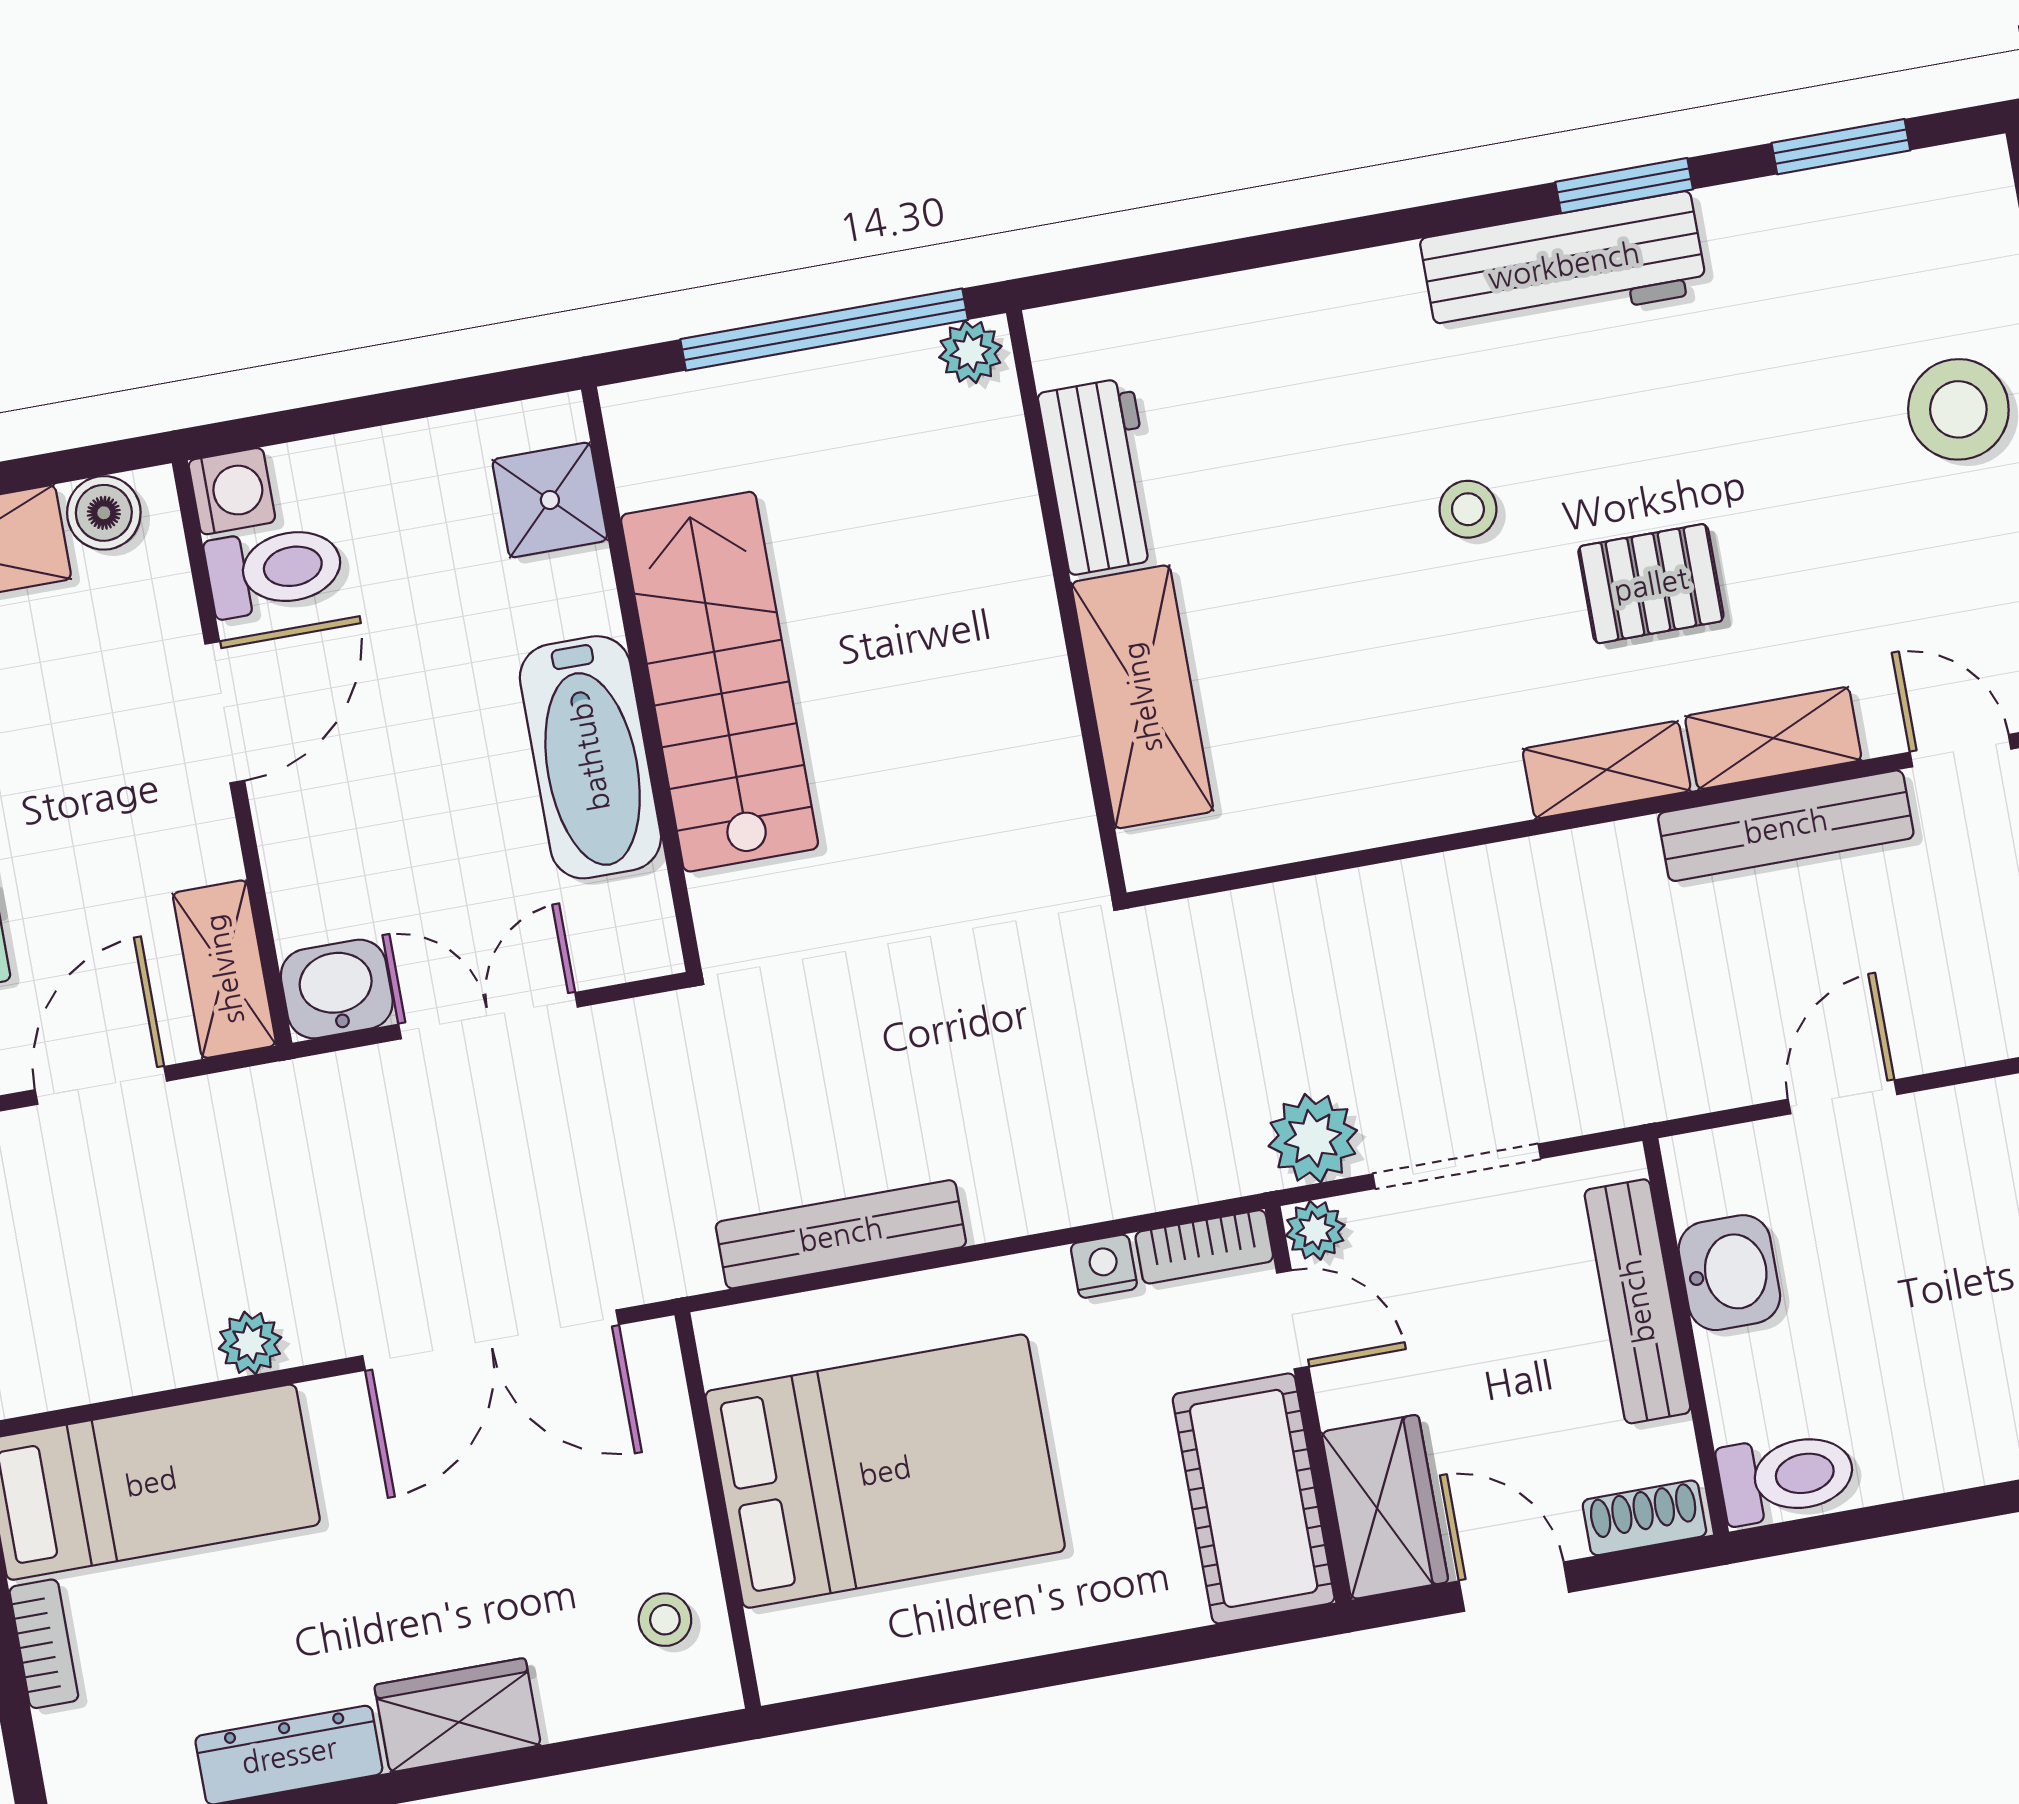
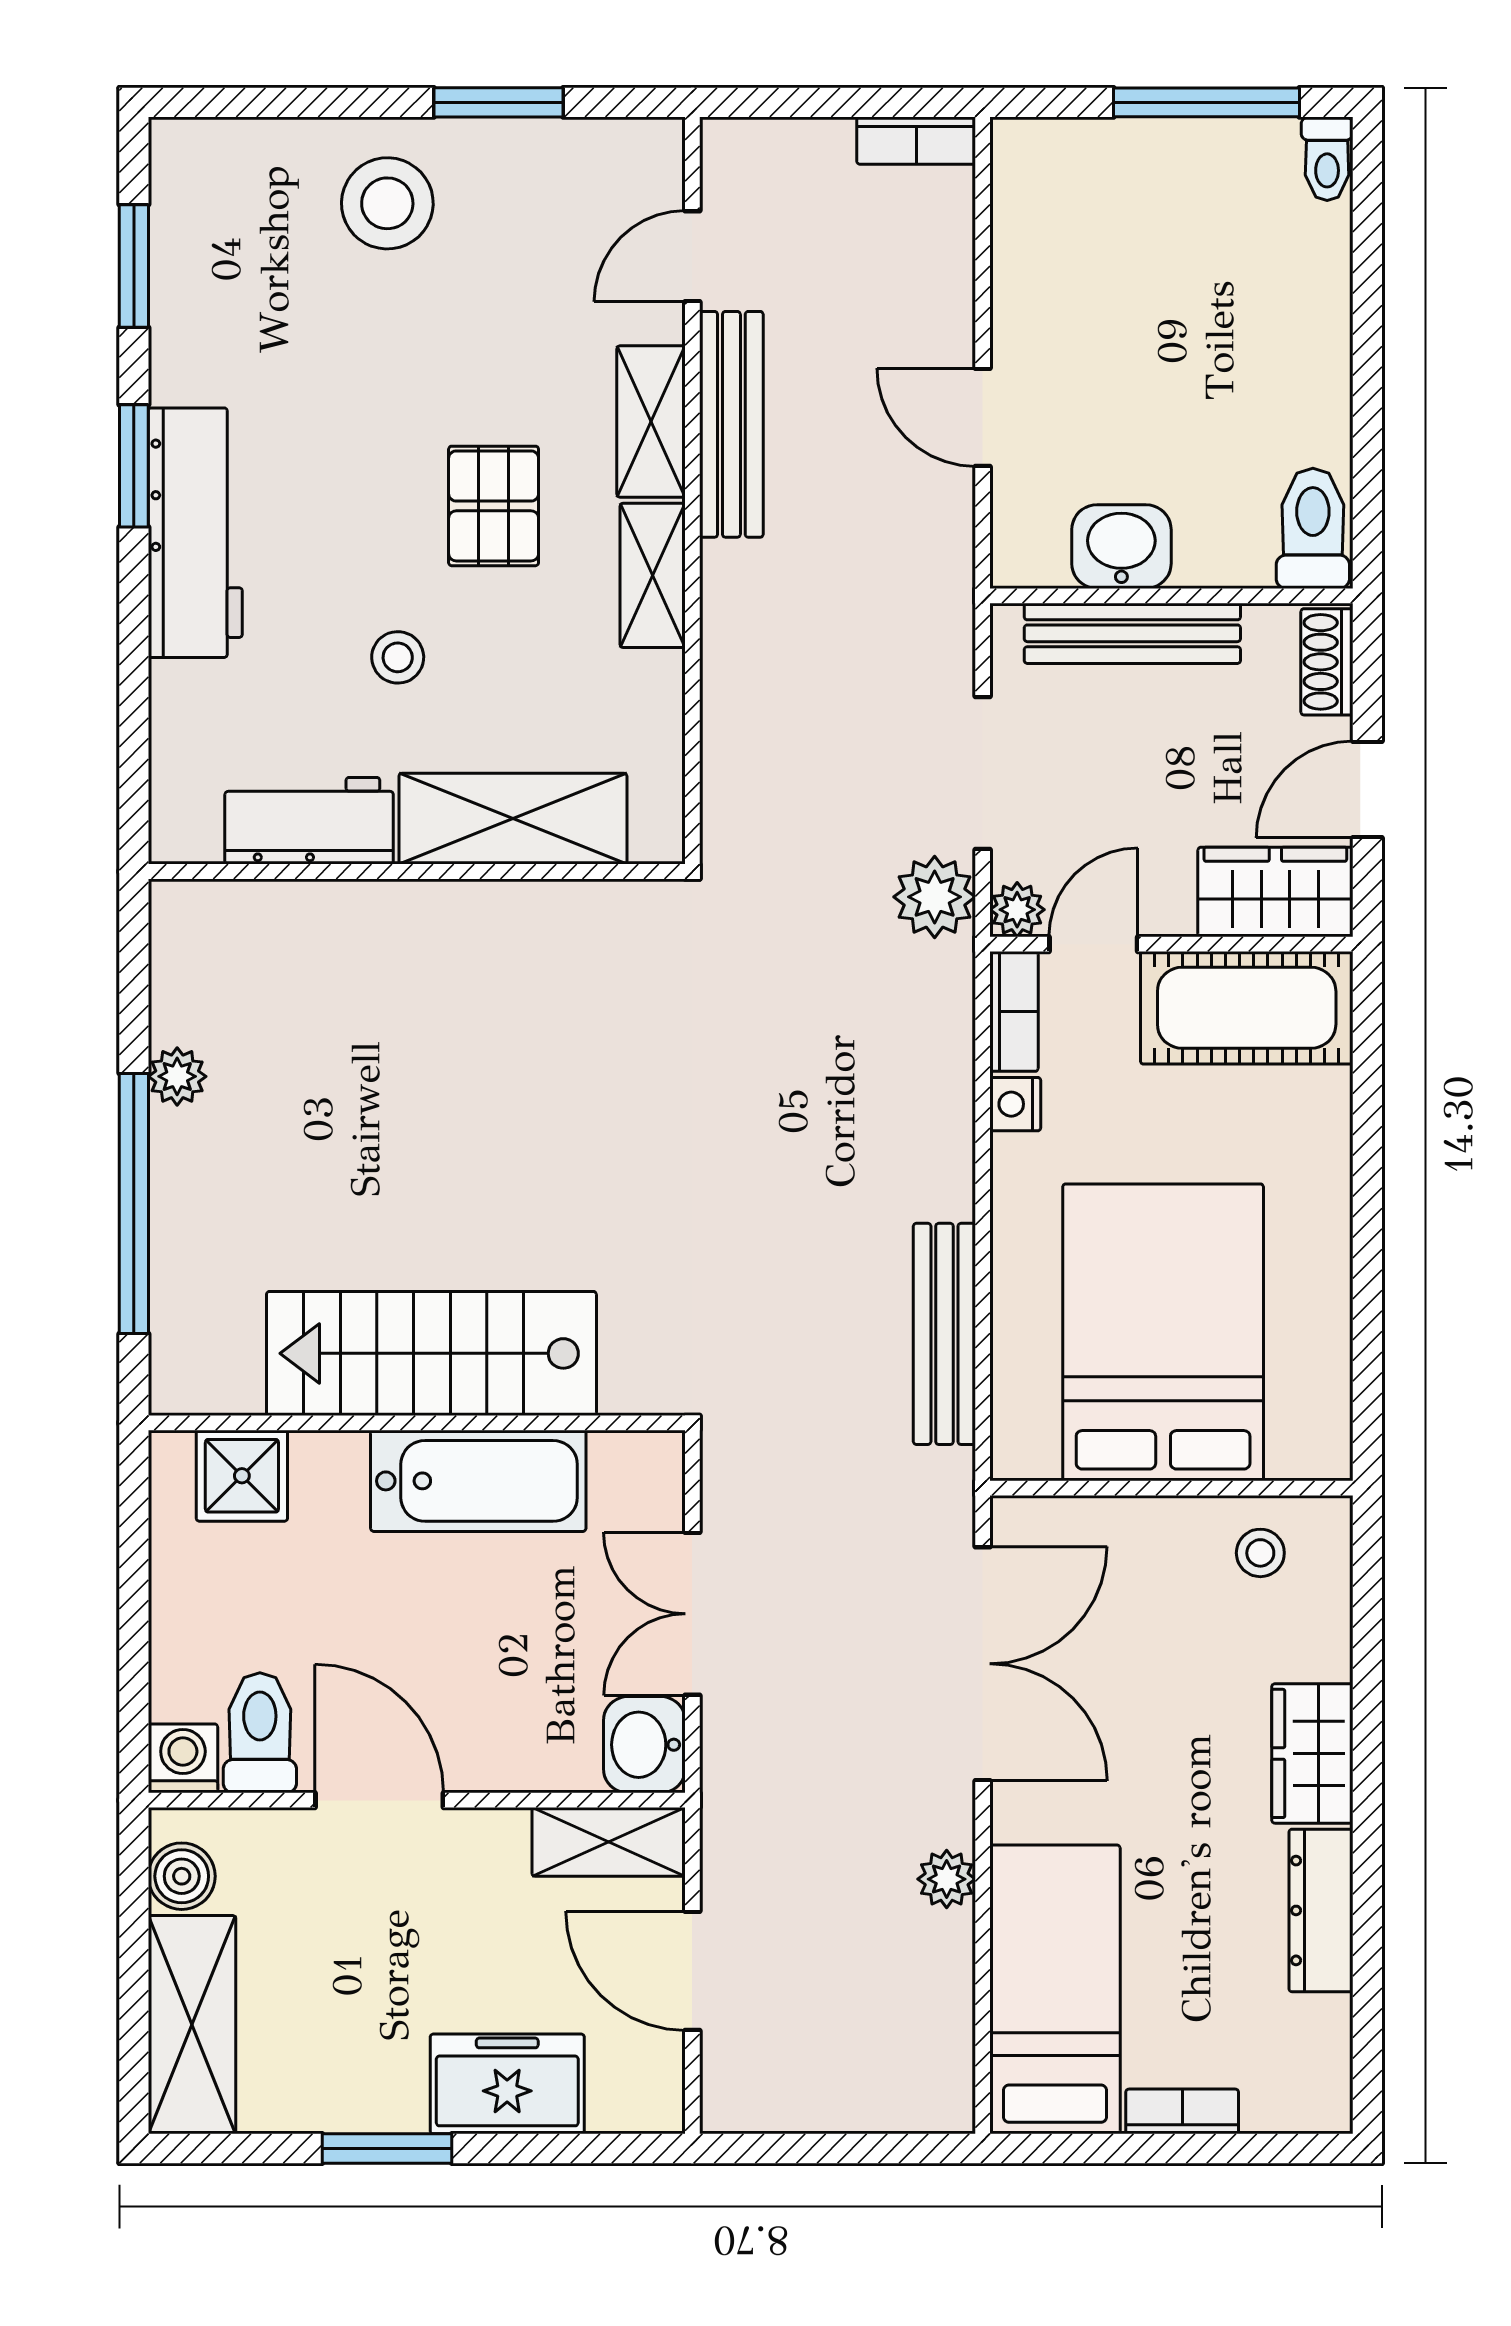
workbench: (1100, 476) -> (309, 821), moved
wall: (1066, 603) -> (417, 872), moved
shelving: (1142, 697) -> (513, 819), moved

